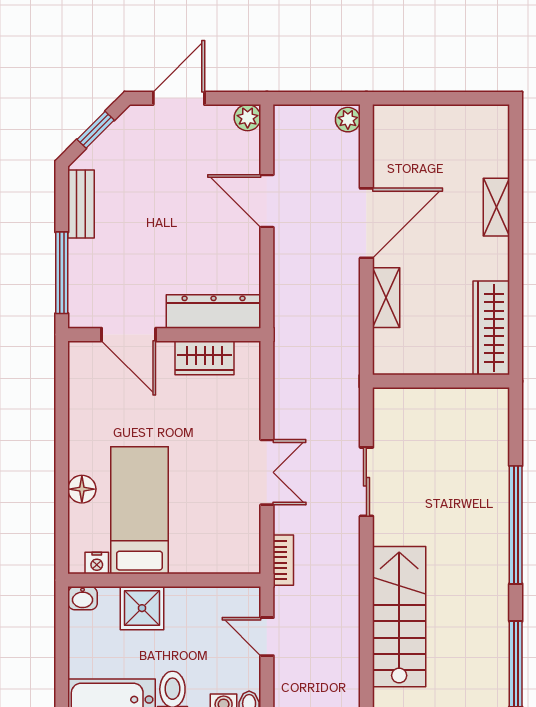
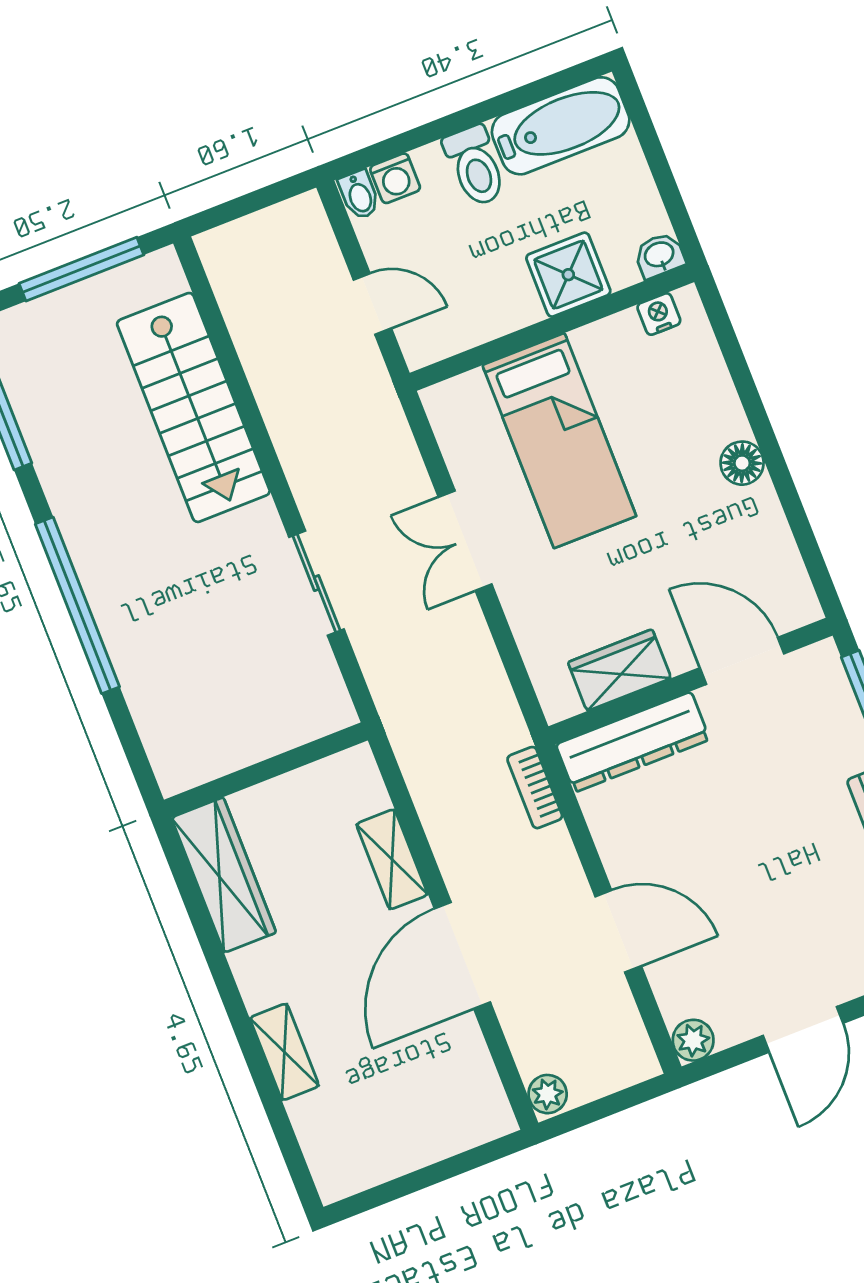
floor lamp: (82, 489) -> (742, 463), moved
bed: (139, 510) -> (559, 441), moved
bookcase: (283, 560) -> (535, 788), moved

